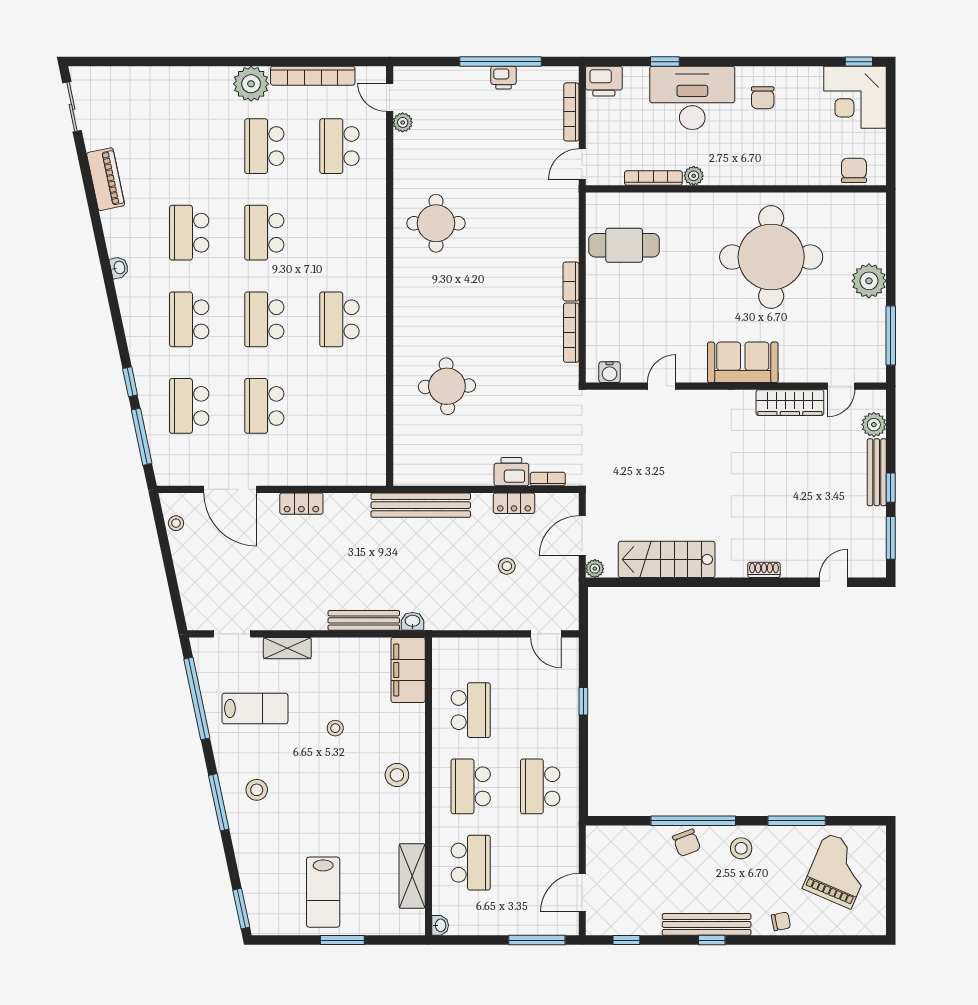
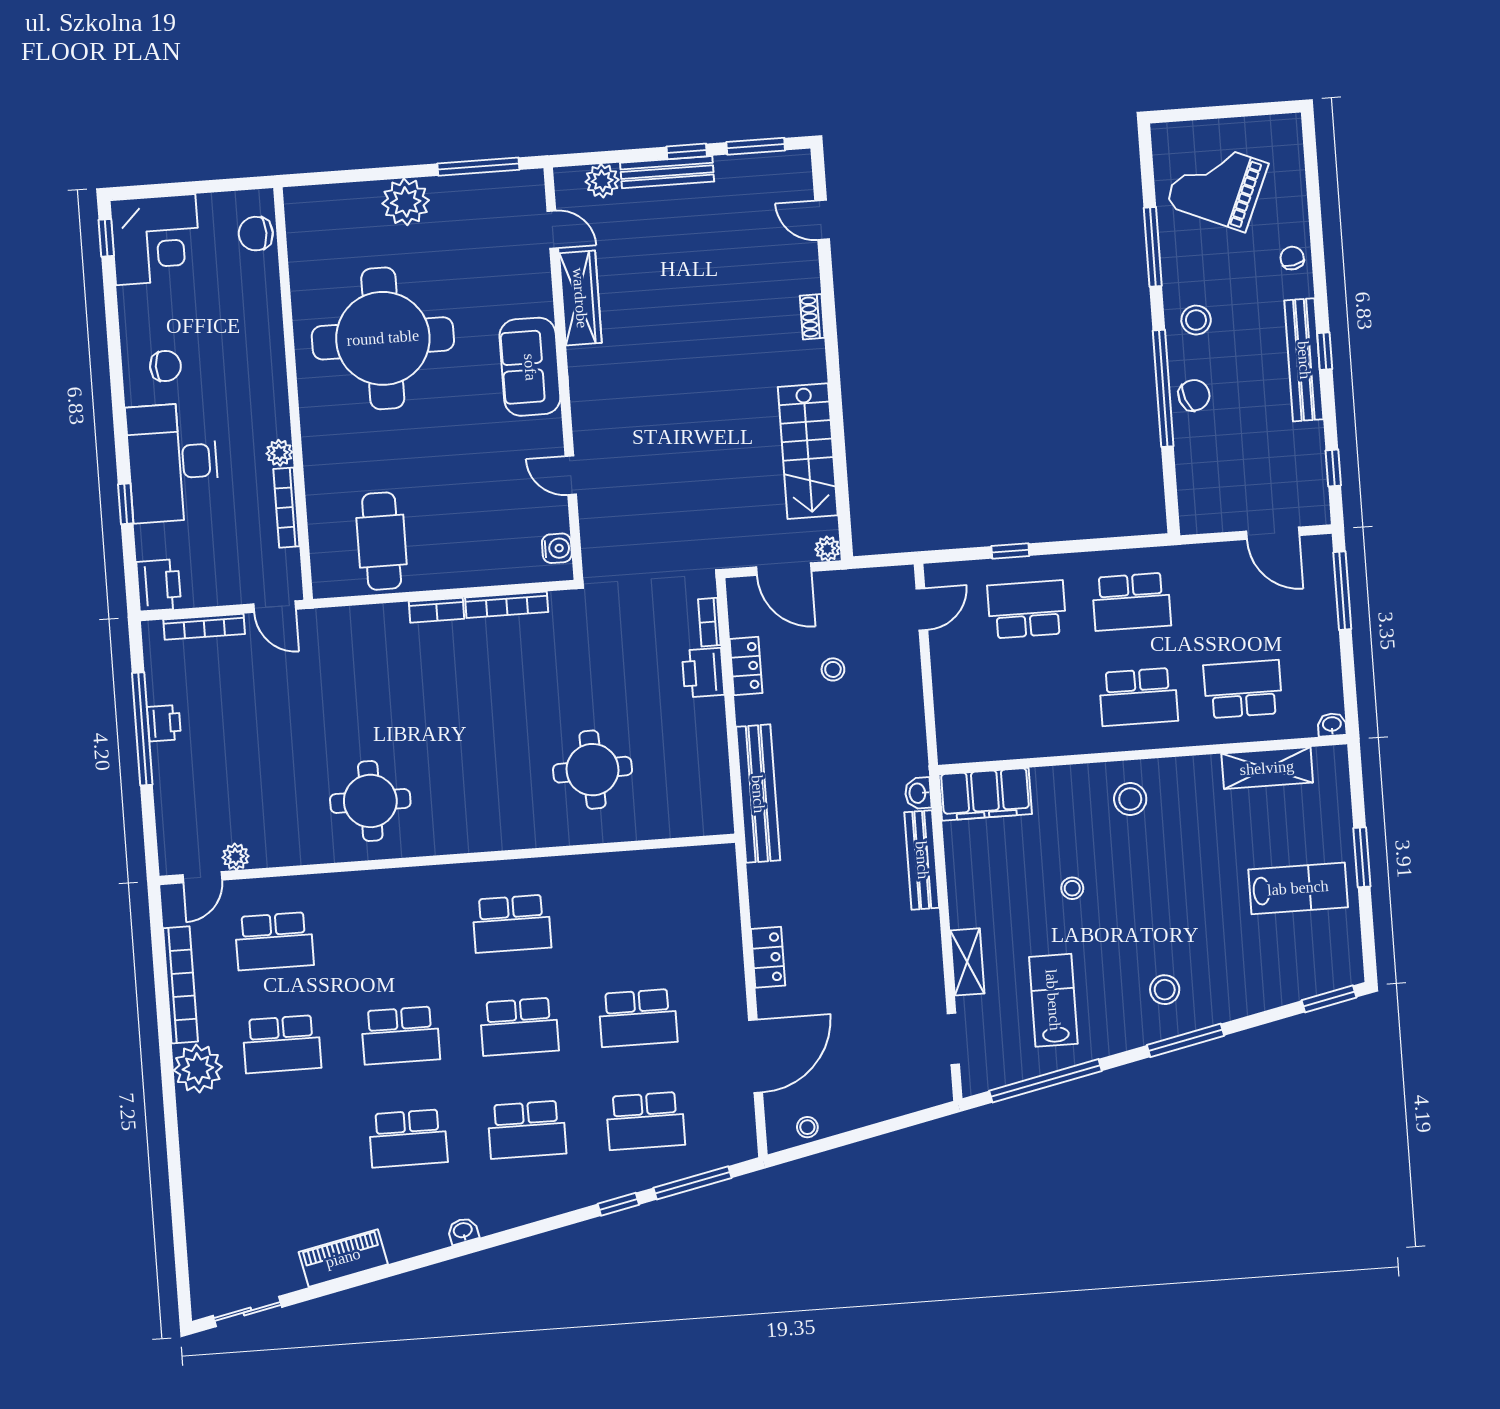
school desk: (471, 710) -> (1027, 609), moved

